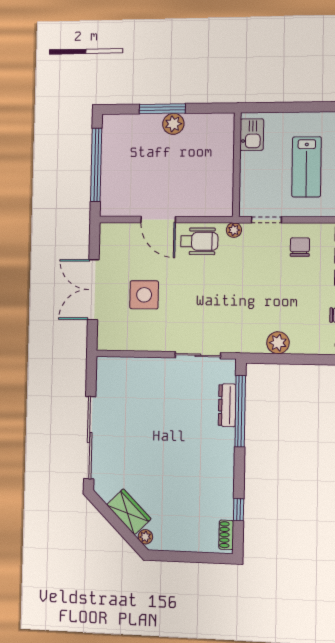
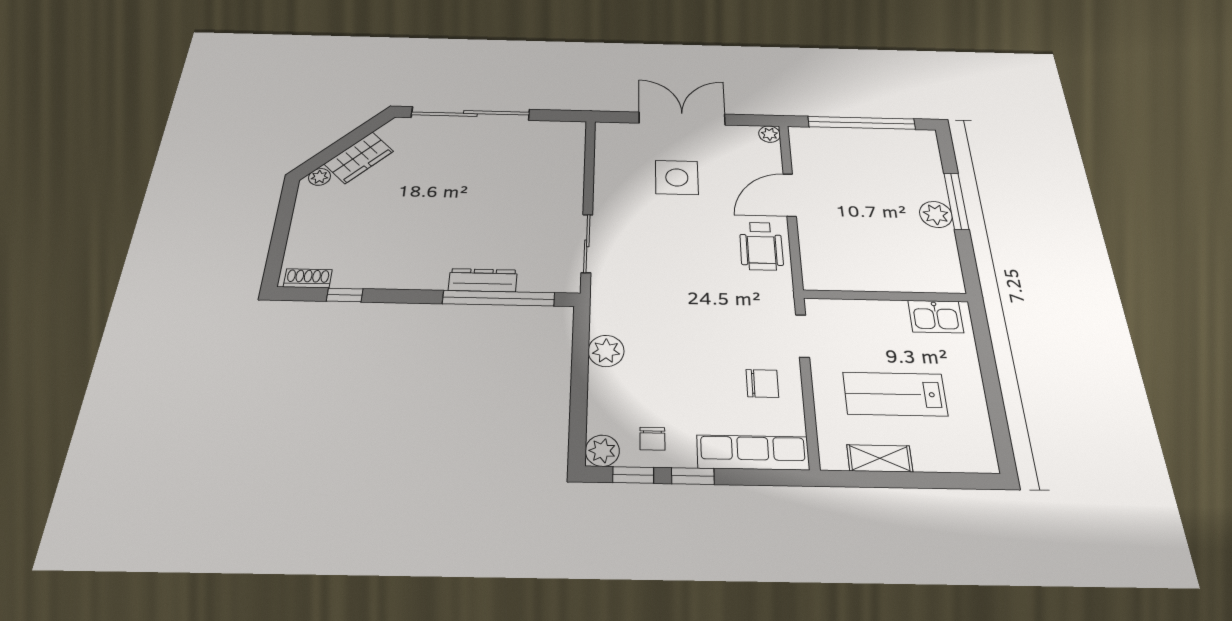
plant: (234, 230) -> (769, 134), moved
dresser: (227, 405) -> (483, 280), moved

